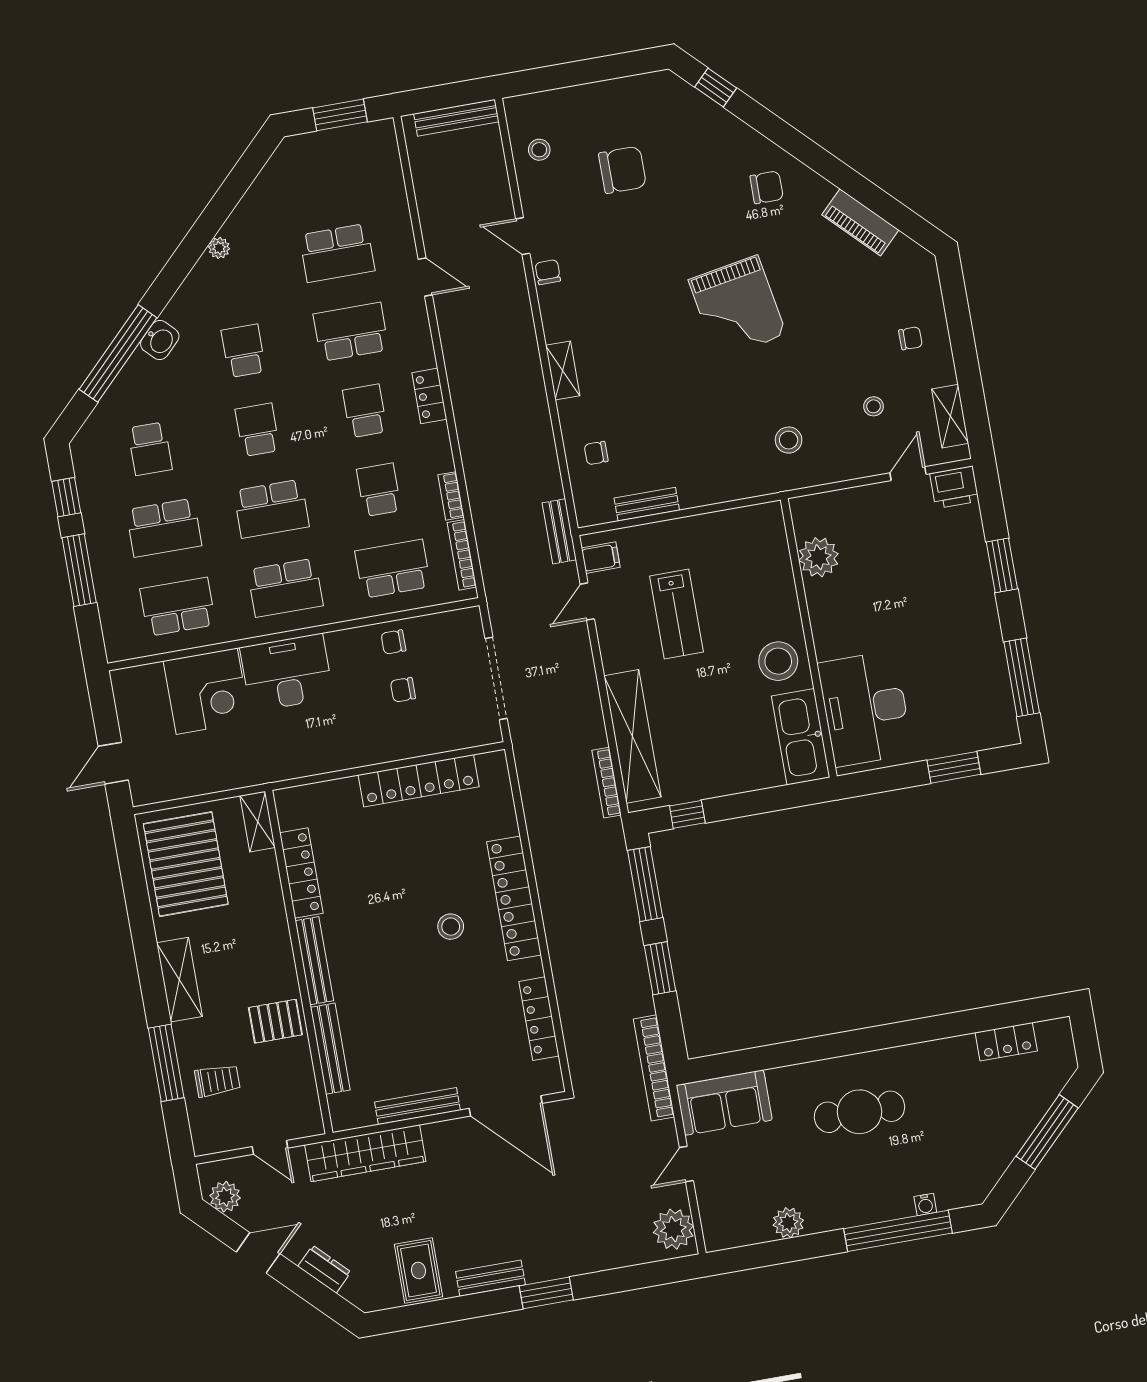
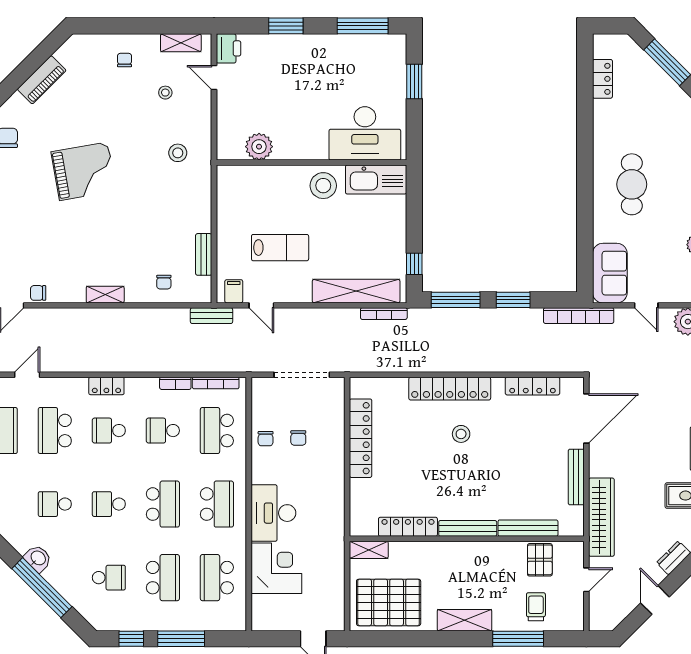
pallet: (275, 1021) -> (540, 560), moved
plant: (225, 1197) -> (614, 615), removed

